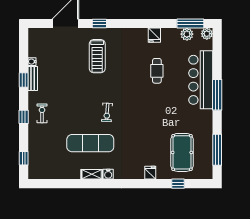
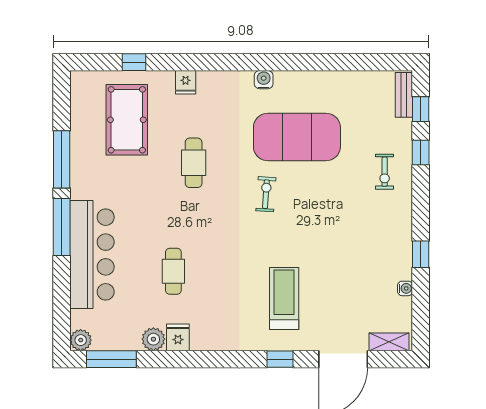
plant: (187, 34) -> (153, 339), moved
bench: (33, 79) -> (404, 95), moved
exercise bike: (42, 113) -> (385, 172), moved
window: (24, 117) -> (421, 153), moved
cafe table: (146, 129) -> (194, 163), added
exercise mat: (90, 143) -> (297, 137), width x1.47
window: (217, 150) -> (62, 159), moved
shelving: (92, 174) -> (389, 342), moved

